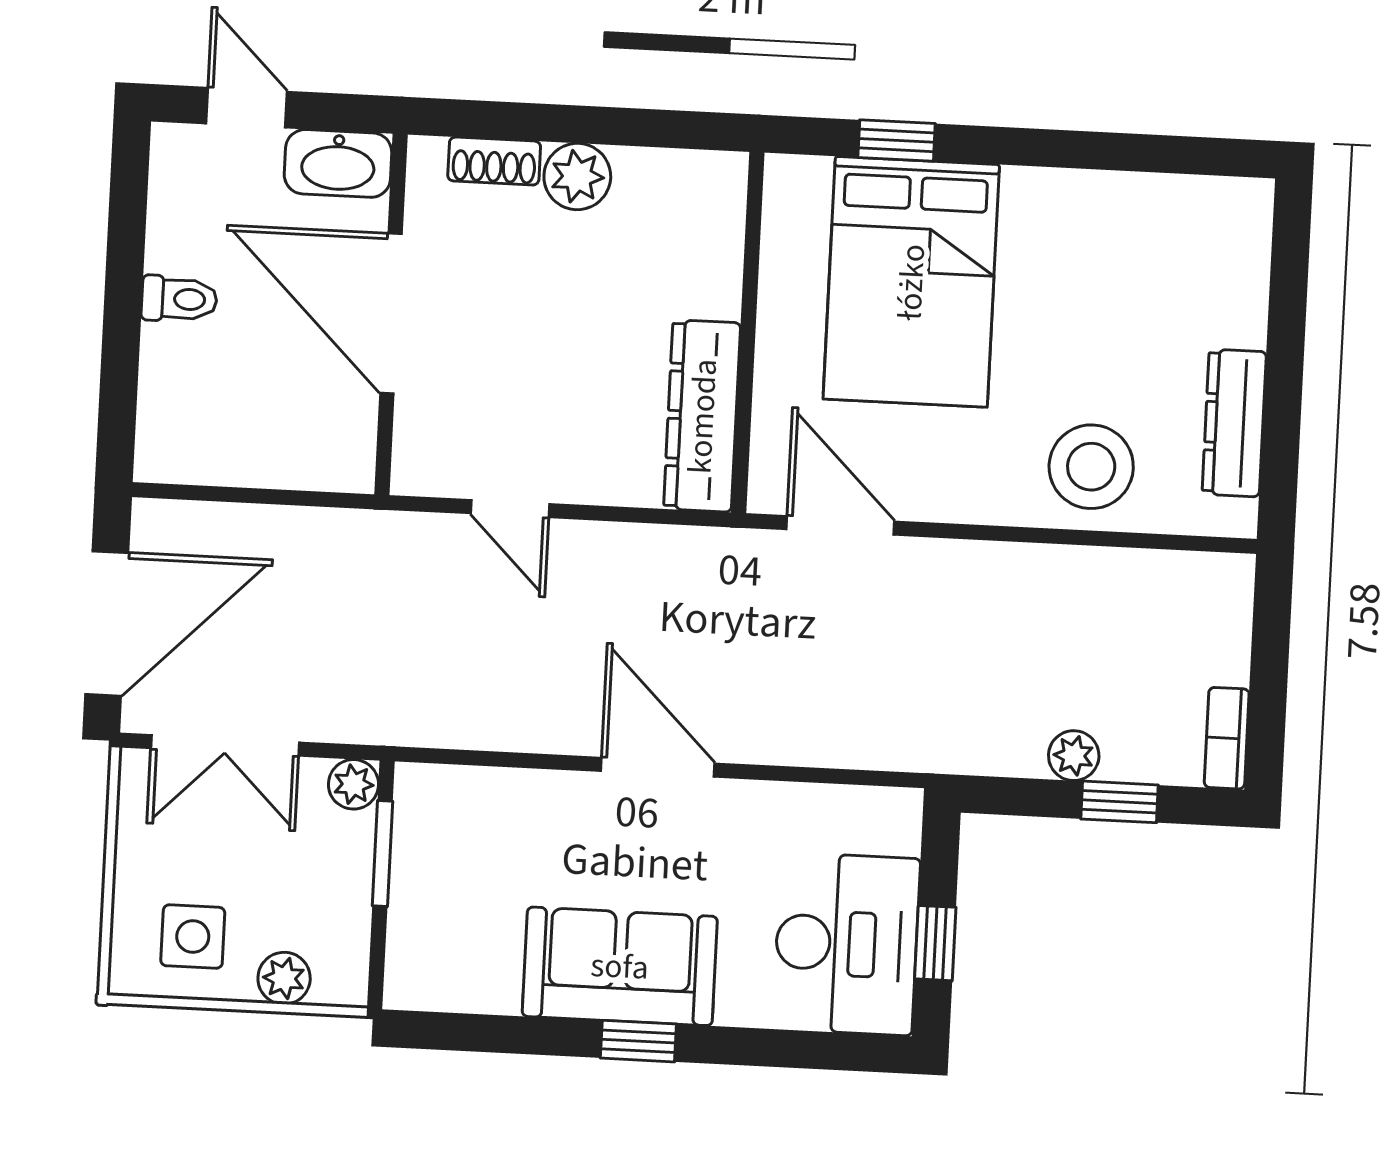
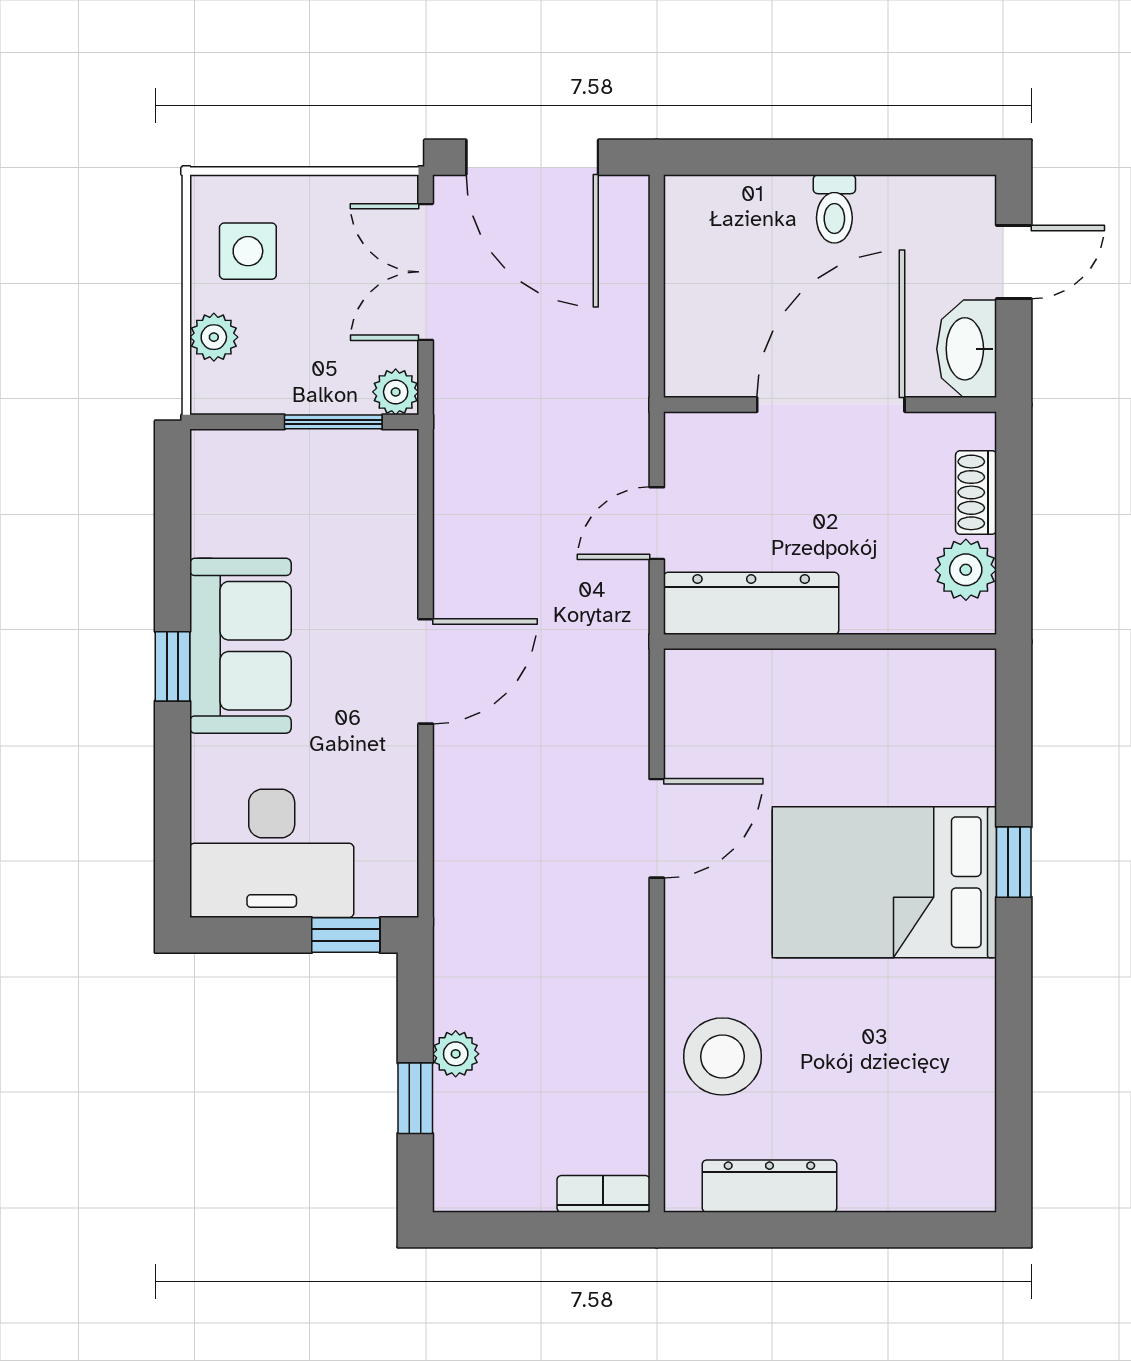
wall: (748, 332) -> (830, 642), moved
dresser: (702, 416) -> (751, 603), moved
bookcase: (1227, 738) -> (603, 1194), moved
window: (935, 943) -> (346, 935), moved

